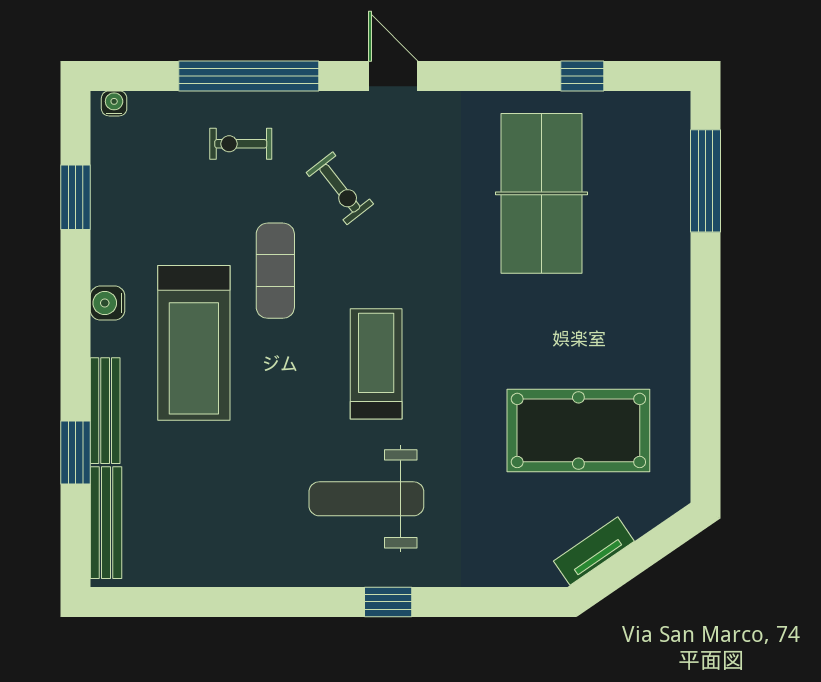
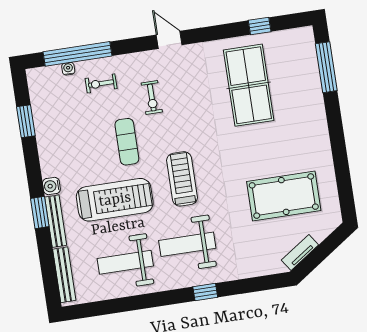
window: (249, 76) -> (77, 54), moved
water cooler: (114, 103) -> (68, 69), moved
exercise bike: (340, 188) -> (152, 98), turned 38
water cooler: (108, 303) -> (51, 186), moved
treadmill: (194, 343) -> (115, 200), moved, turned -90
window: (75, 452) -> (40, 212), moved
weight bench: (234, 516) -> (125, 262), added

